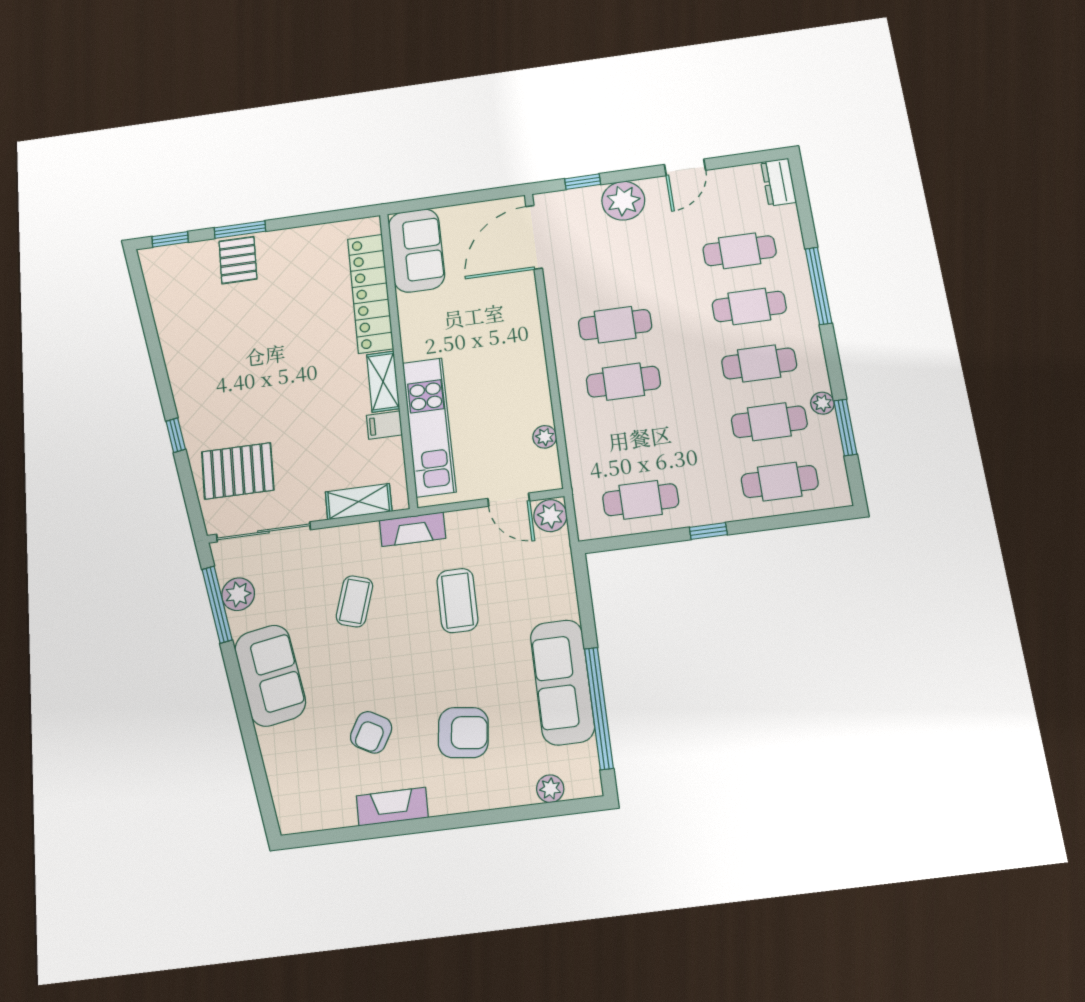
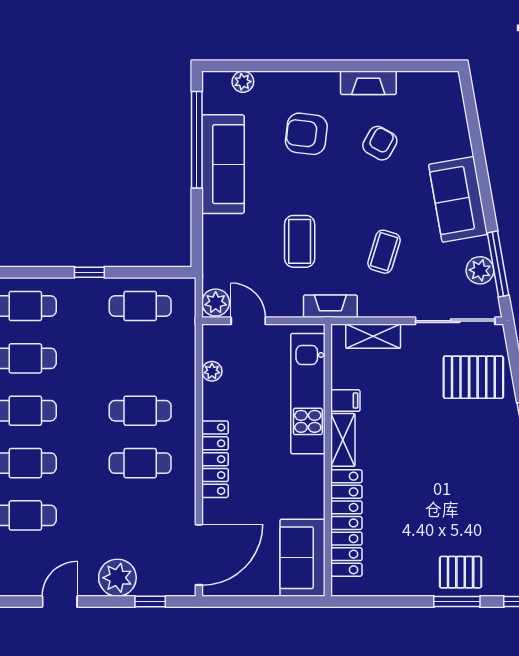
pallet: (238, 260) -> (461, 572), turned 90
locker: (529, 341) -> (215, 459), added

